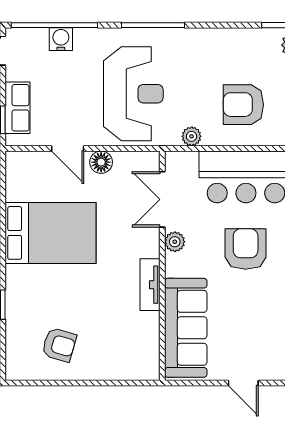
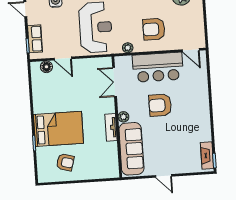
floor lamp: (101, 162) -> (46, 67), moved
bed: (50, 233) -> (58, 129), moved
plant: (175, 242) -> (123, 117), moved
armchair: (246, 249) -> (160, 105), turned -90

